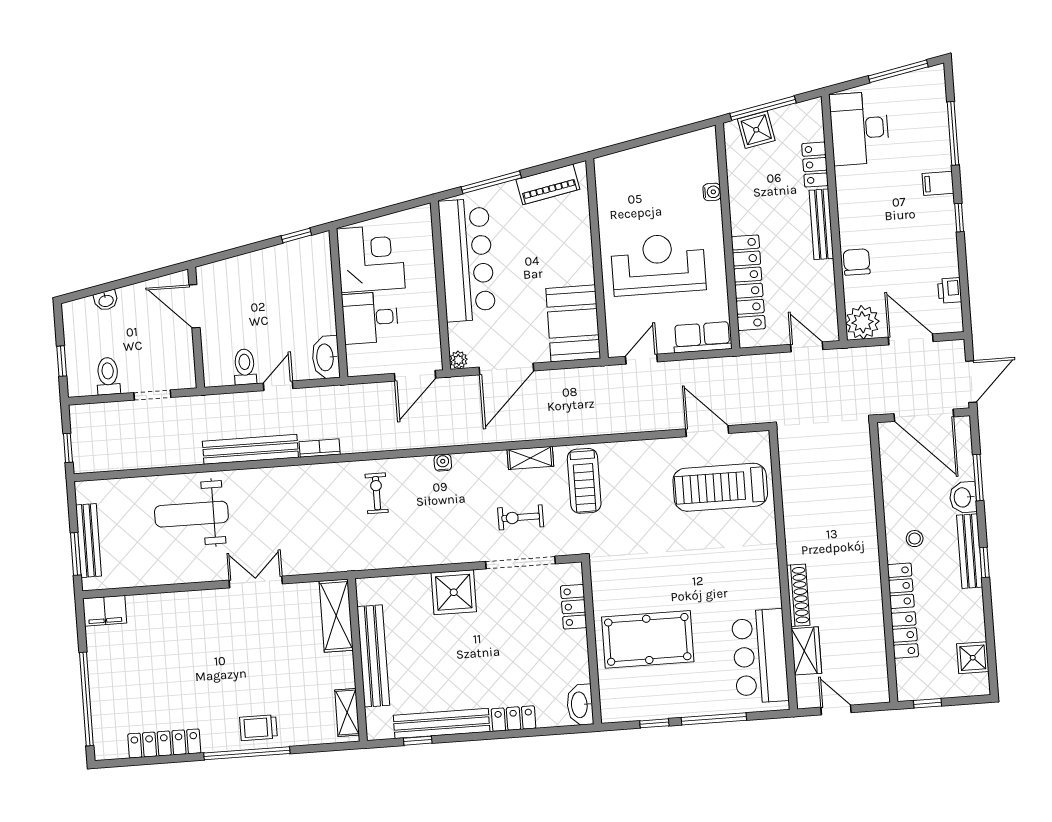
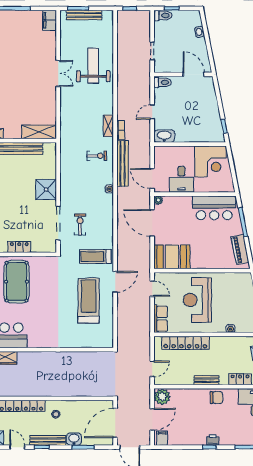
filing cabinet: (938, 183) -> (162, 438), moved
bench: (821, 224) -> (206, 380), width x0.73
bar counter: (467, 260) -> (214, 208), width x0.73
chair: (857, 262) -> (216, 398), moved
reception desk: (658, 264) -> (197, 300), turned 180
printer: (950, 290) -> (213, 440), moved
door: (194, 306) -> (194, 74), hinge flipped
desk: (370, 318) -> (181, 179), moved, turned 180
toilet: (245, 367) -> (163, 82), moved
toilet: (108, 376) -> (163, 15), moved
door: (278, 386) -> (152, 112), swing flipped
door: (707, 431) -> (115, 282), moved
bench: (250, 449) -> (122, 163), moved
shelving: (530, 458) -> (108, 126), moved
treadmill: (720, 487) -> (89, 301), moved
double door: (256, 582) -> (58, 73), moved
shoe rack: (798, 595) -> (33, 356), removed
locker: (574, 607) -> (19, 247), moved
door: (988, 613) -> (17, 447), added

